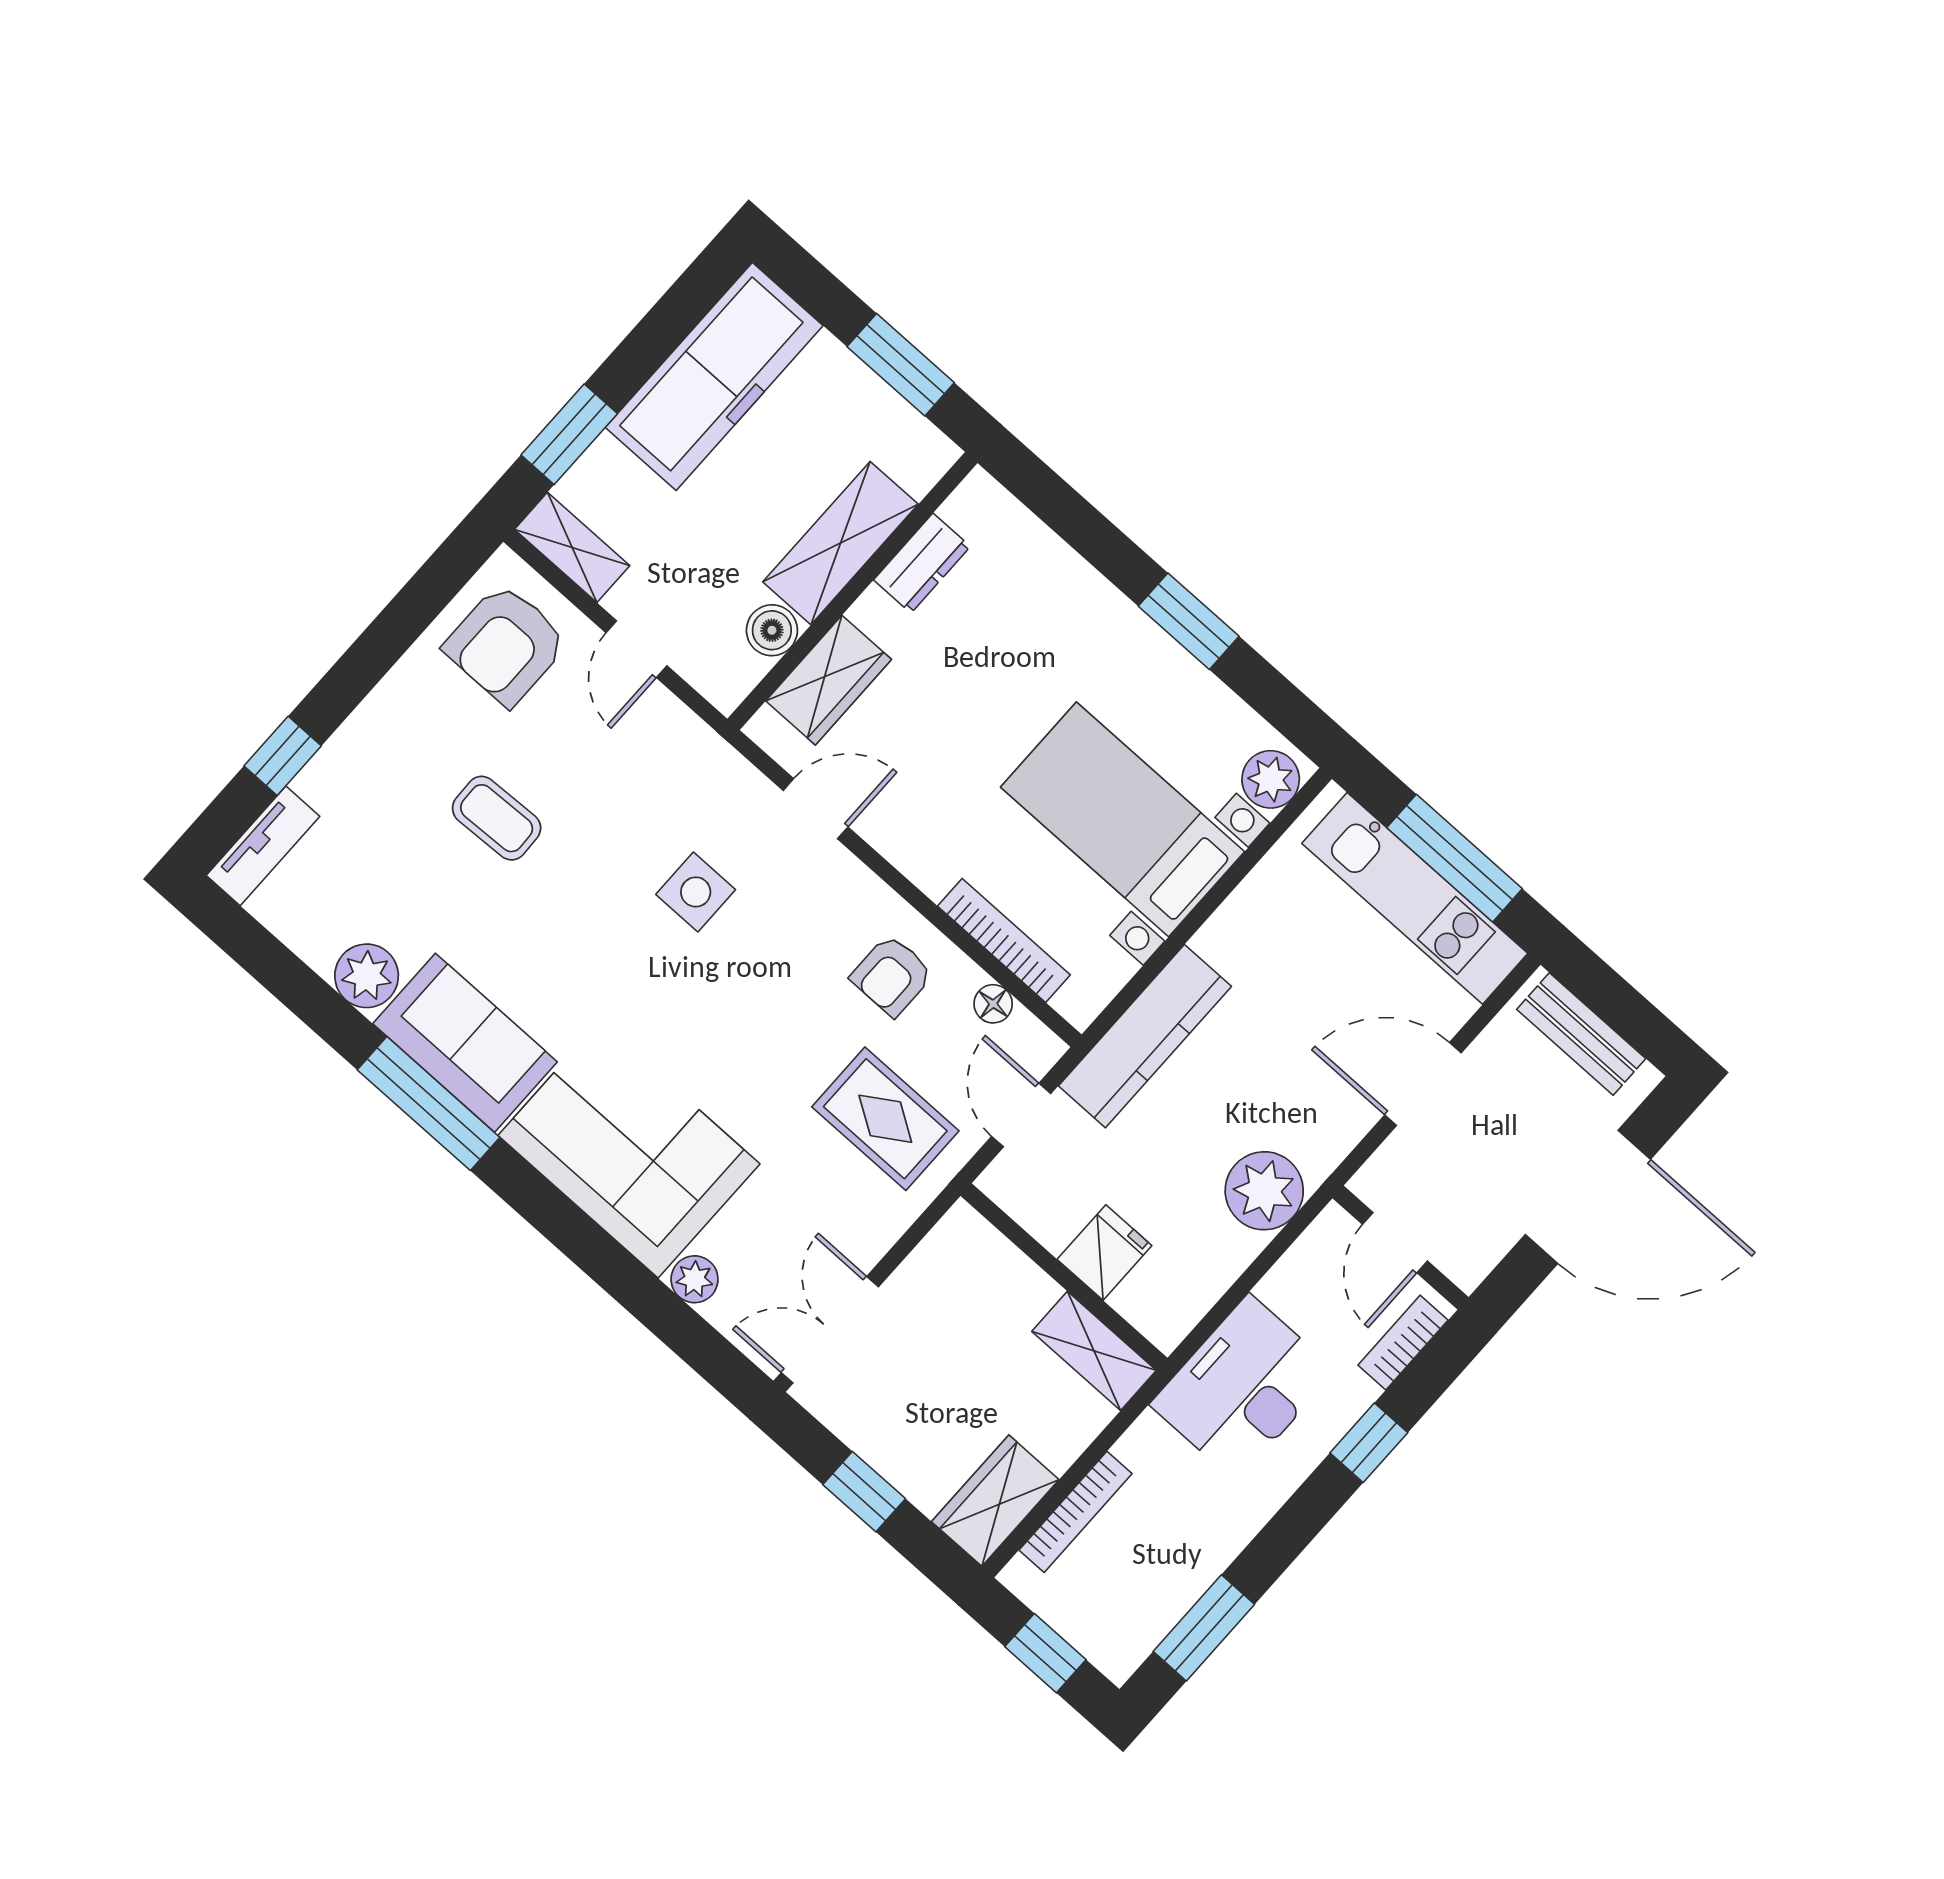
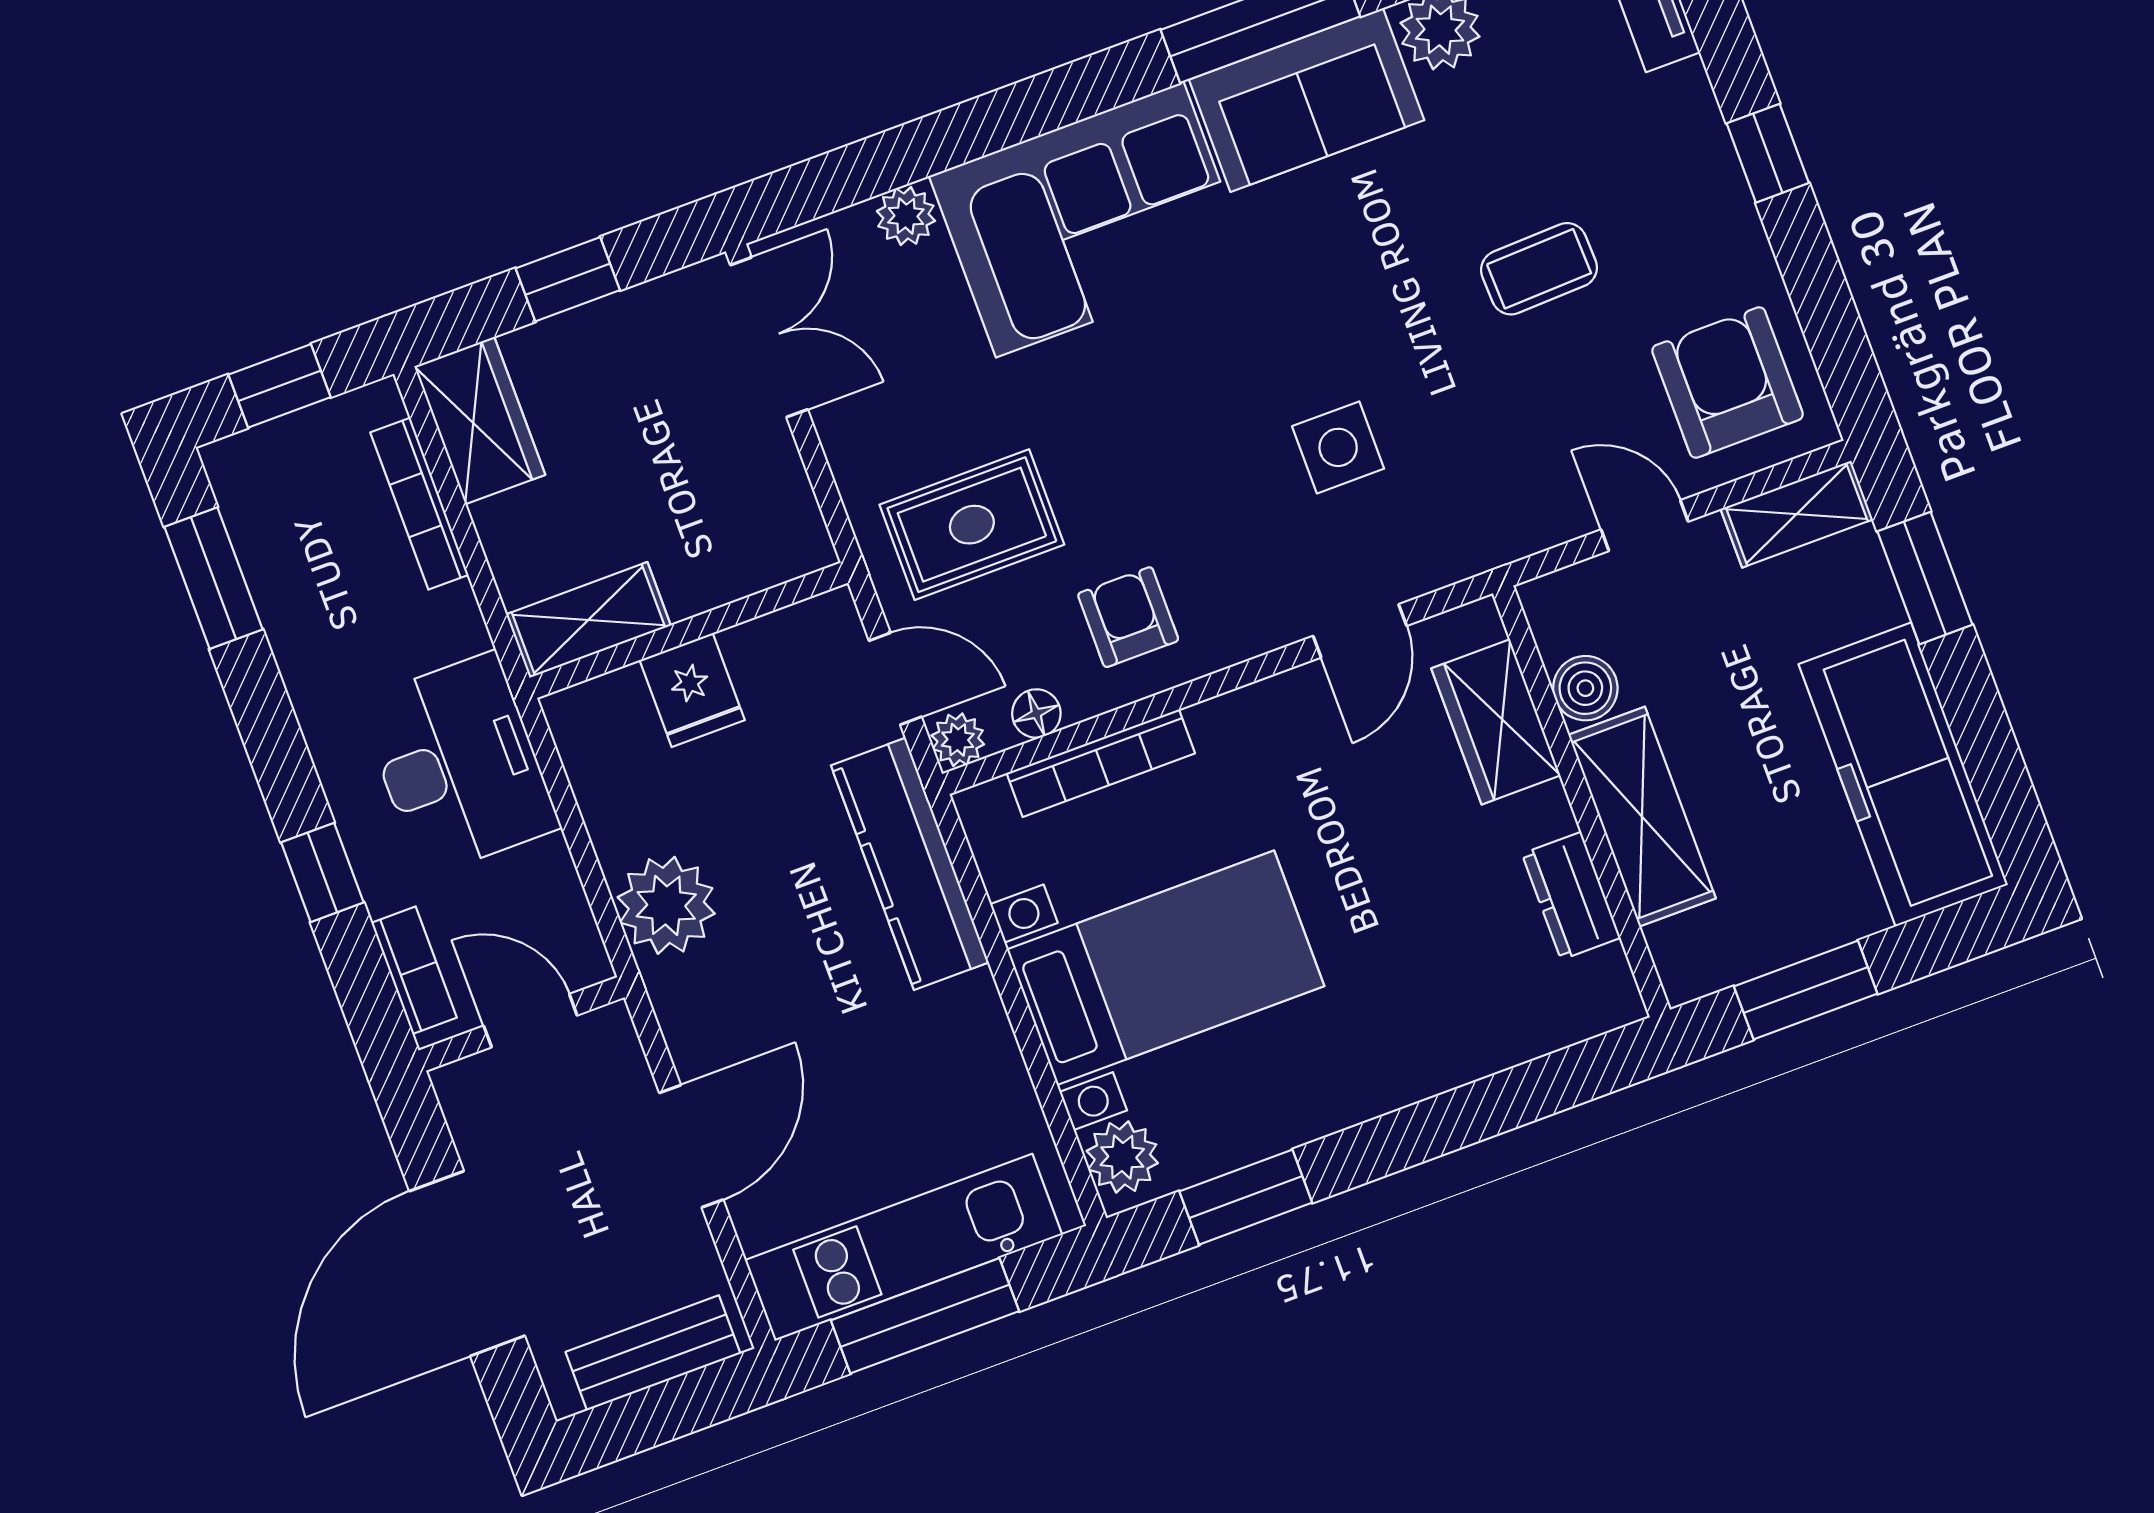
window: (1189, 621) -> (1246, 1197), moved
window: (283, 756) -> (1768, 153), moved
plant: (1041, 1049) -> (958, 740), added

